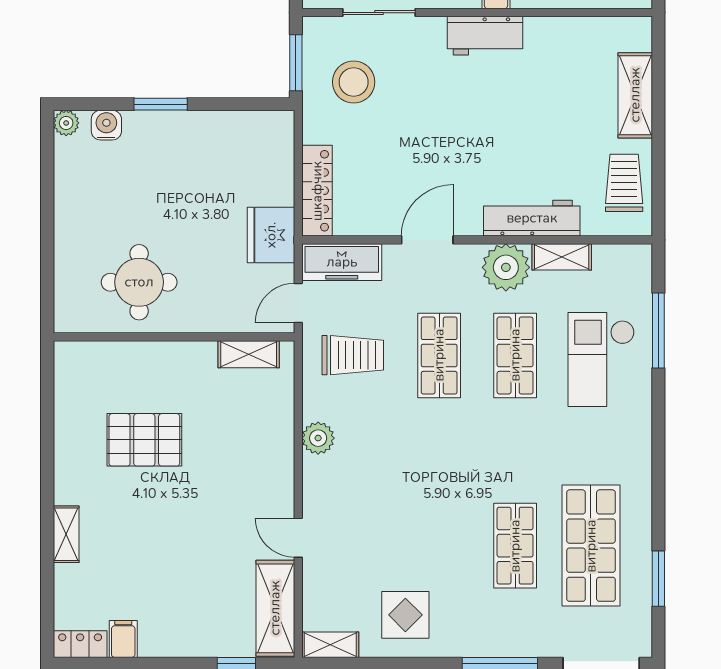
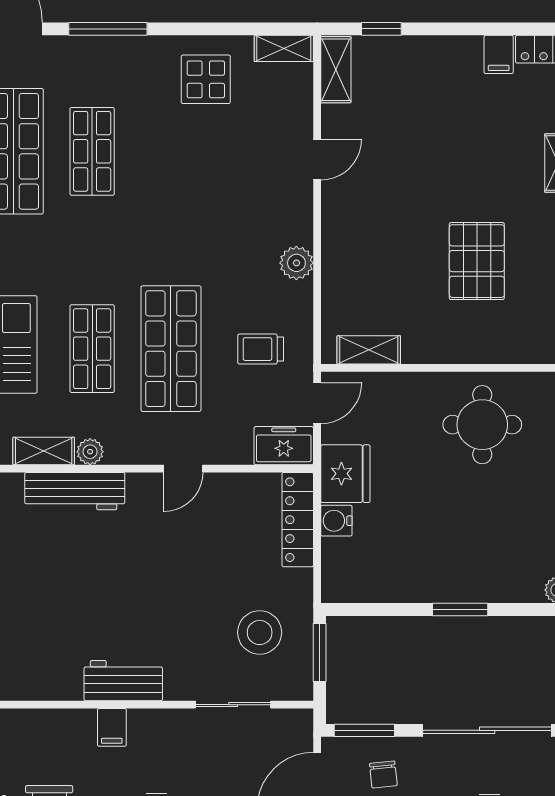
water cooler: (106, 125) -> (336, 521), moved, turned 90
door: (427, 240) -> (183, 469), width x0.73
freezer: (342, 262) -> (284, 446), width x0.71
plant: (506, 267) -> (90, 452), width x0.53, depth x0.53
trolley: (353, 355) -> (261, 349), width x0.73, depth x0.72
shop shelf: (439, 355) -> (171, 349), width x1.43, depth x1.36
pallet: (144, 440) -> (477, 261), turned 90
door: (298, 538) -> (317, 160), hinge flipped
shelving: (275, 608) -> (336, 70), width x0.67, depth x0.75

